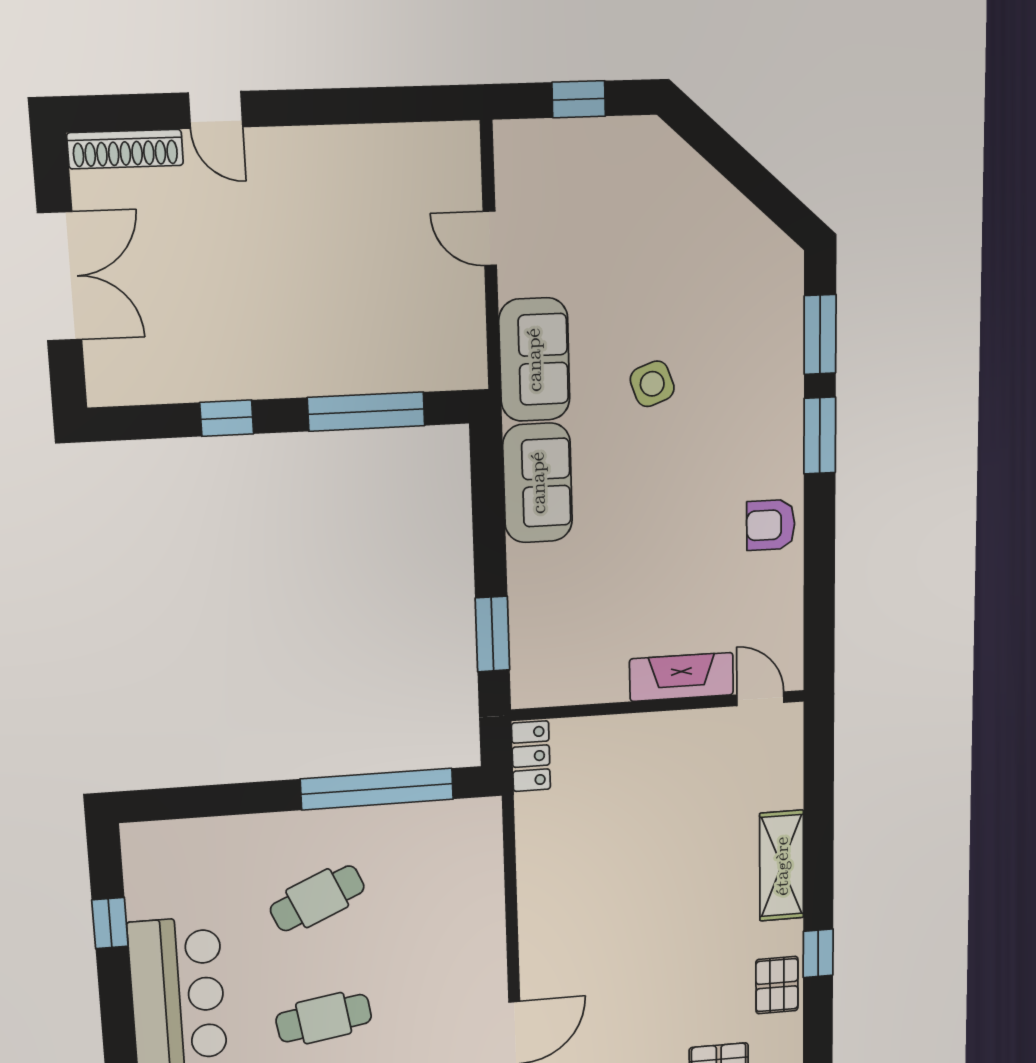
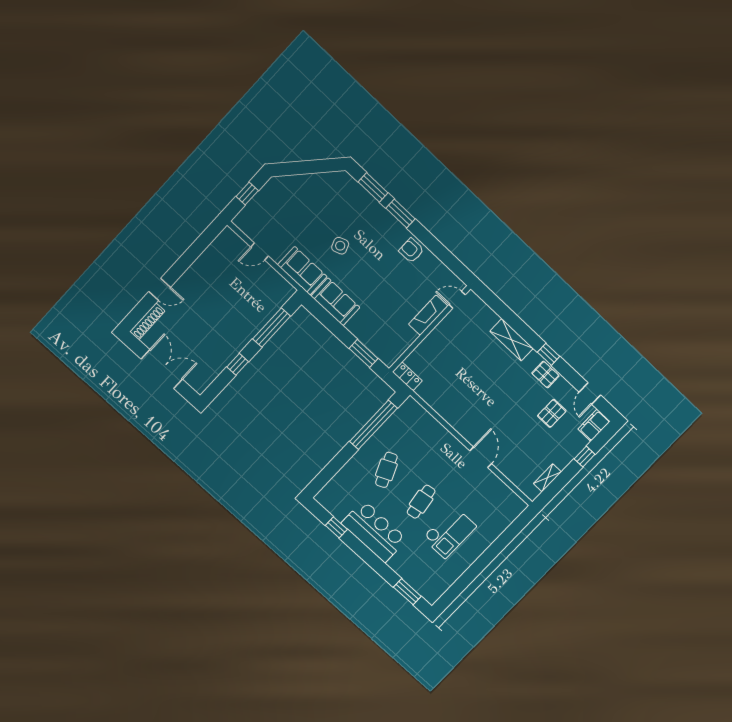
armchair: (771, 525) -> (411, 250), turned 90

